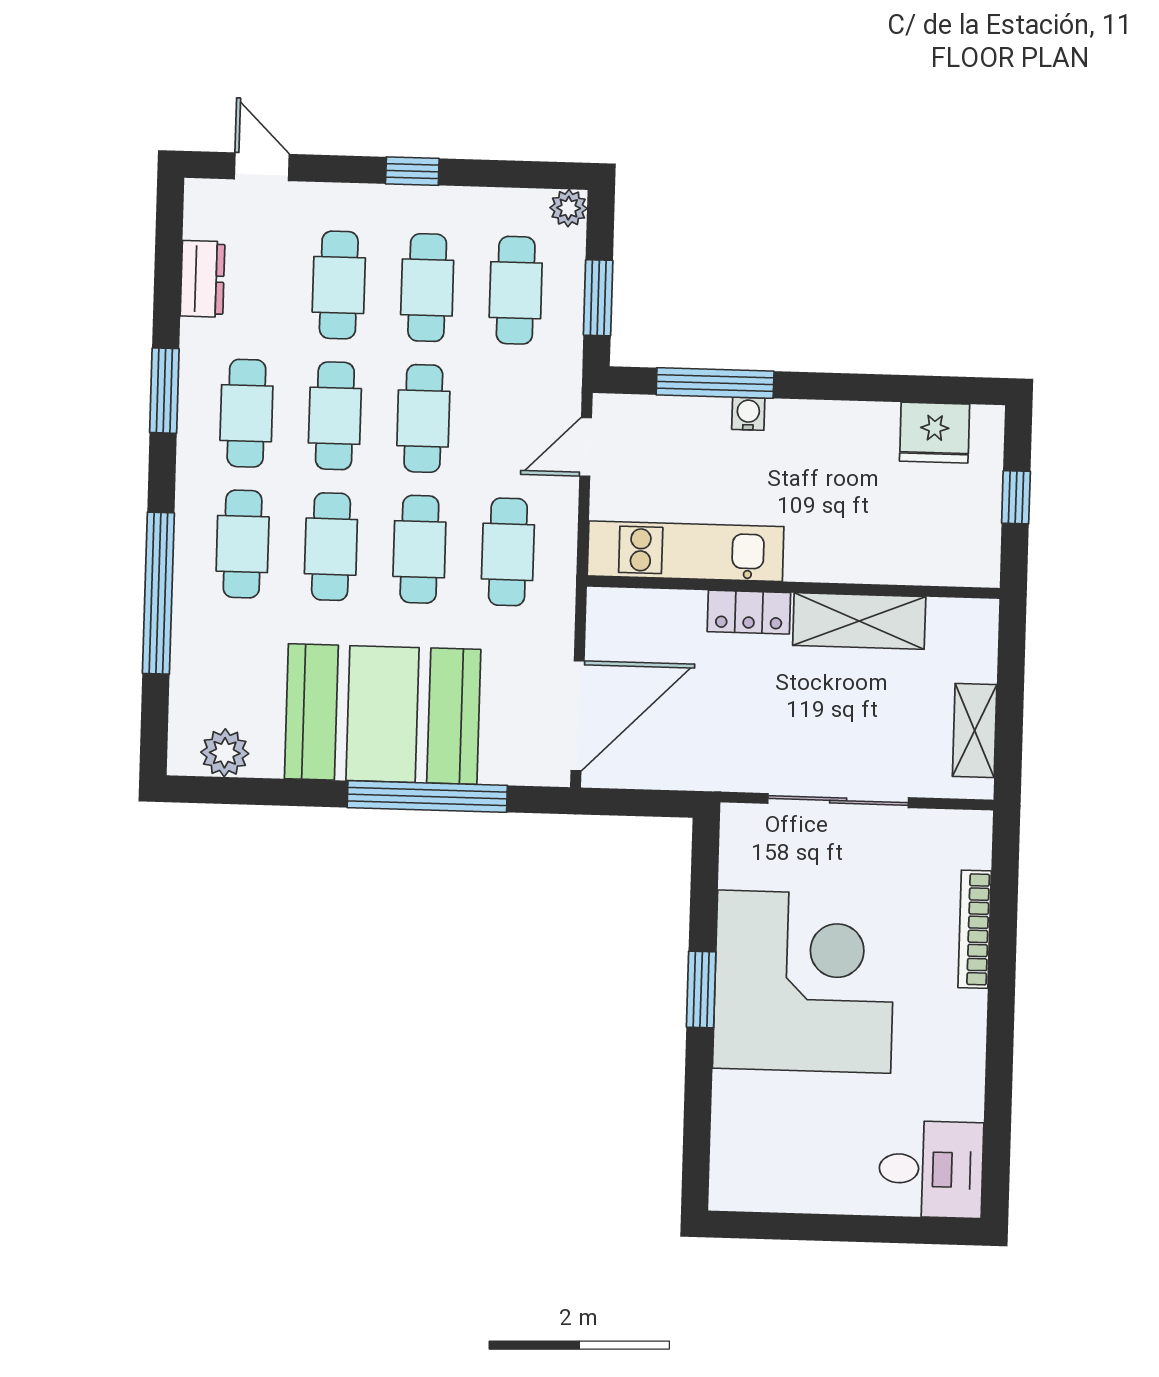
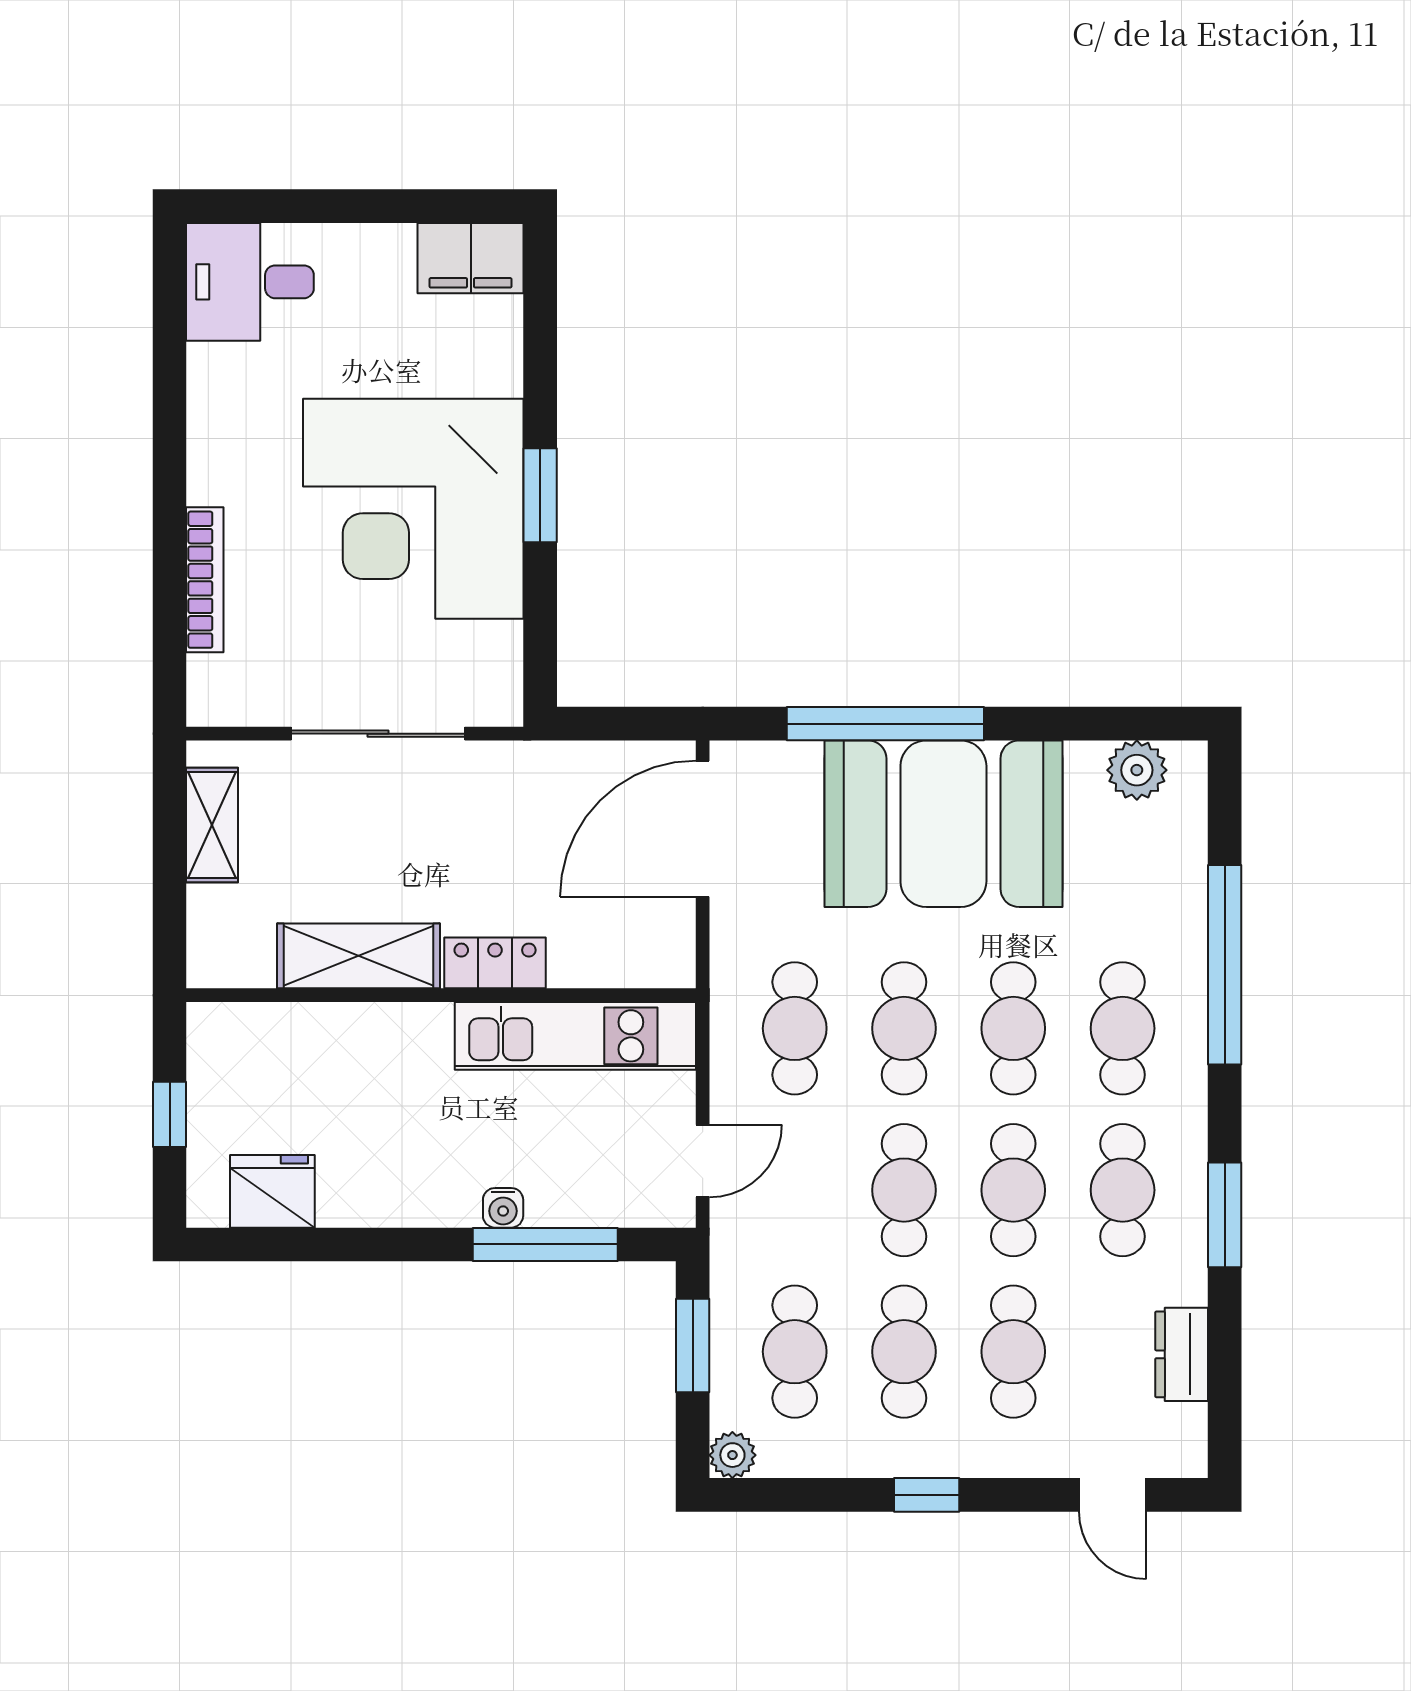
filing cabinet: (752, 1183) -> (471, 258), added

